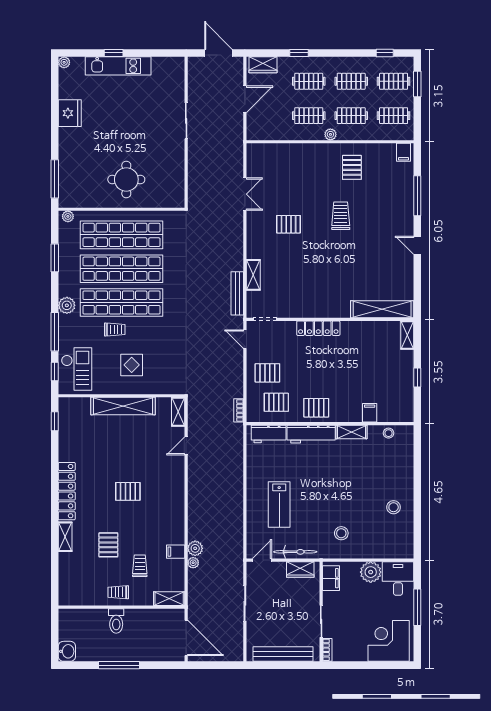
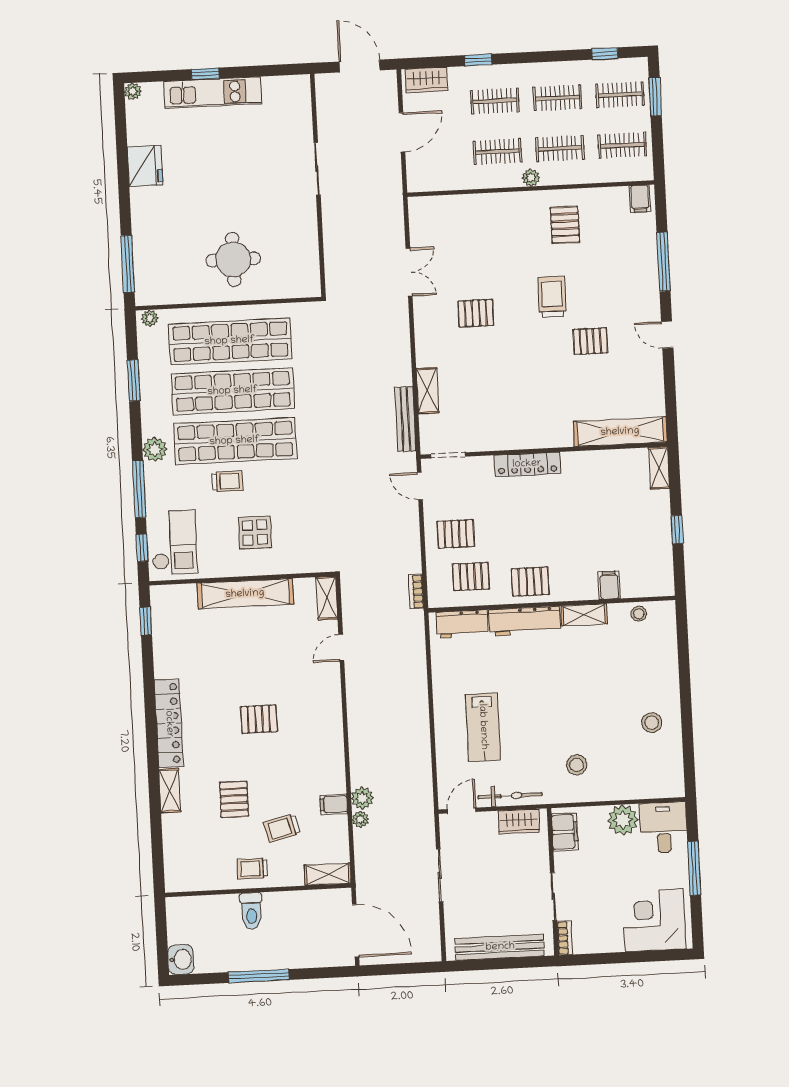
pallet: (365, 247) -> (590, 341), added
trolley: (140, 566) -> (282, 828), turned -104

